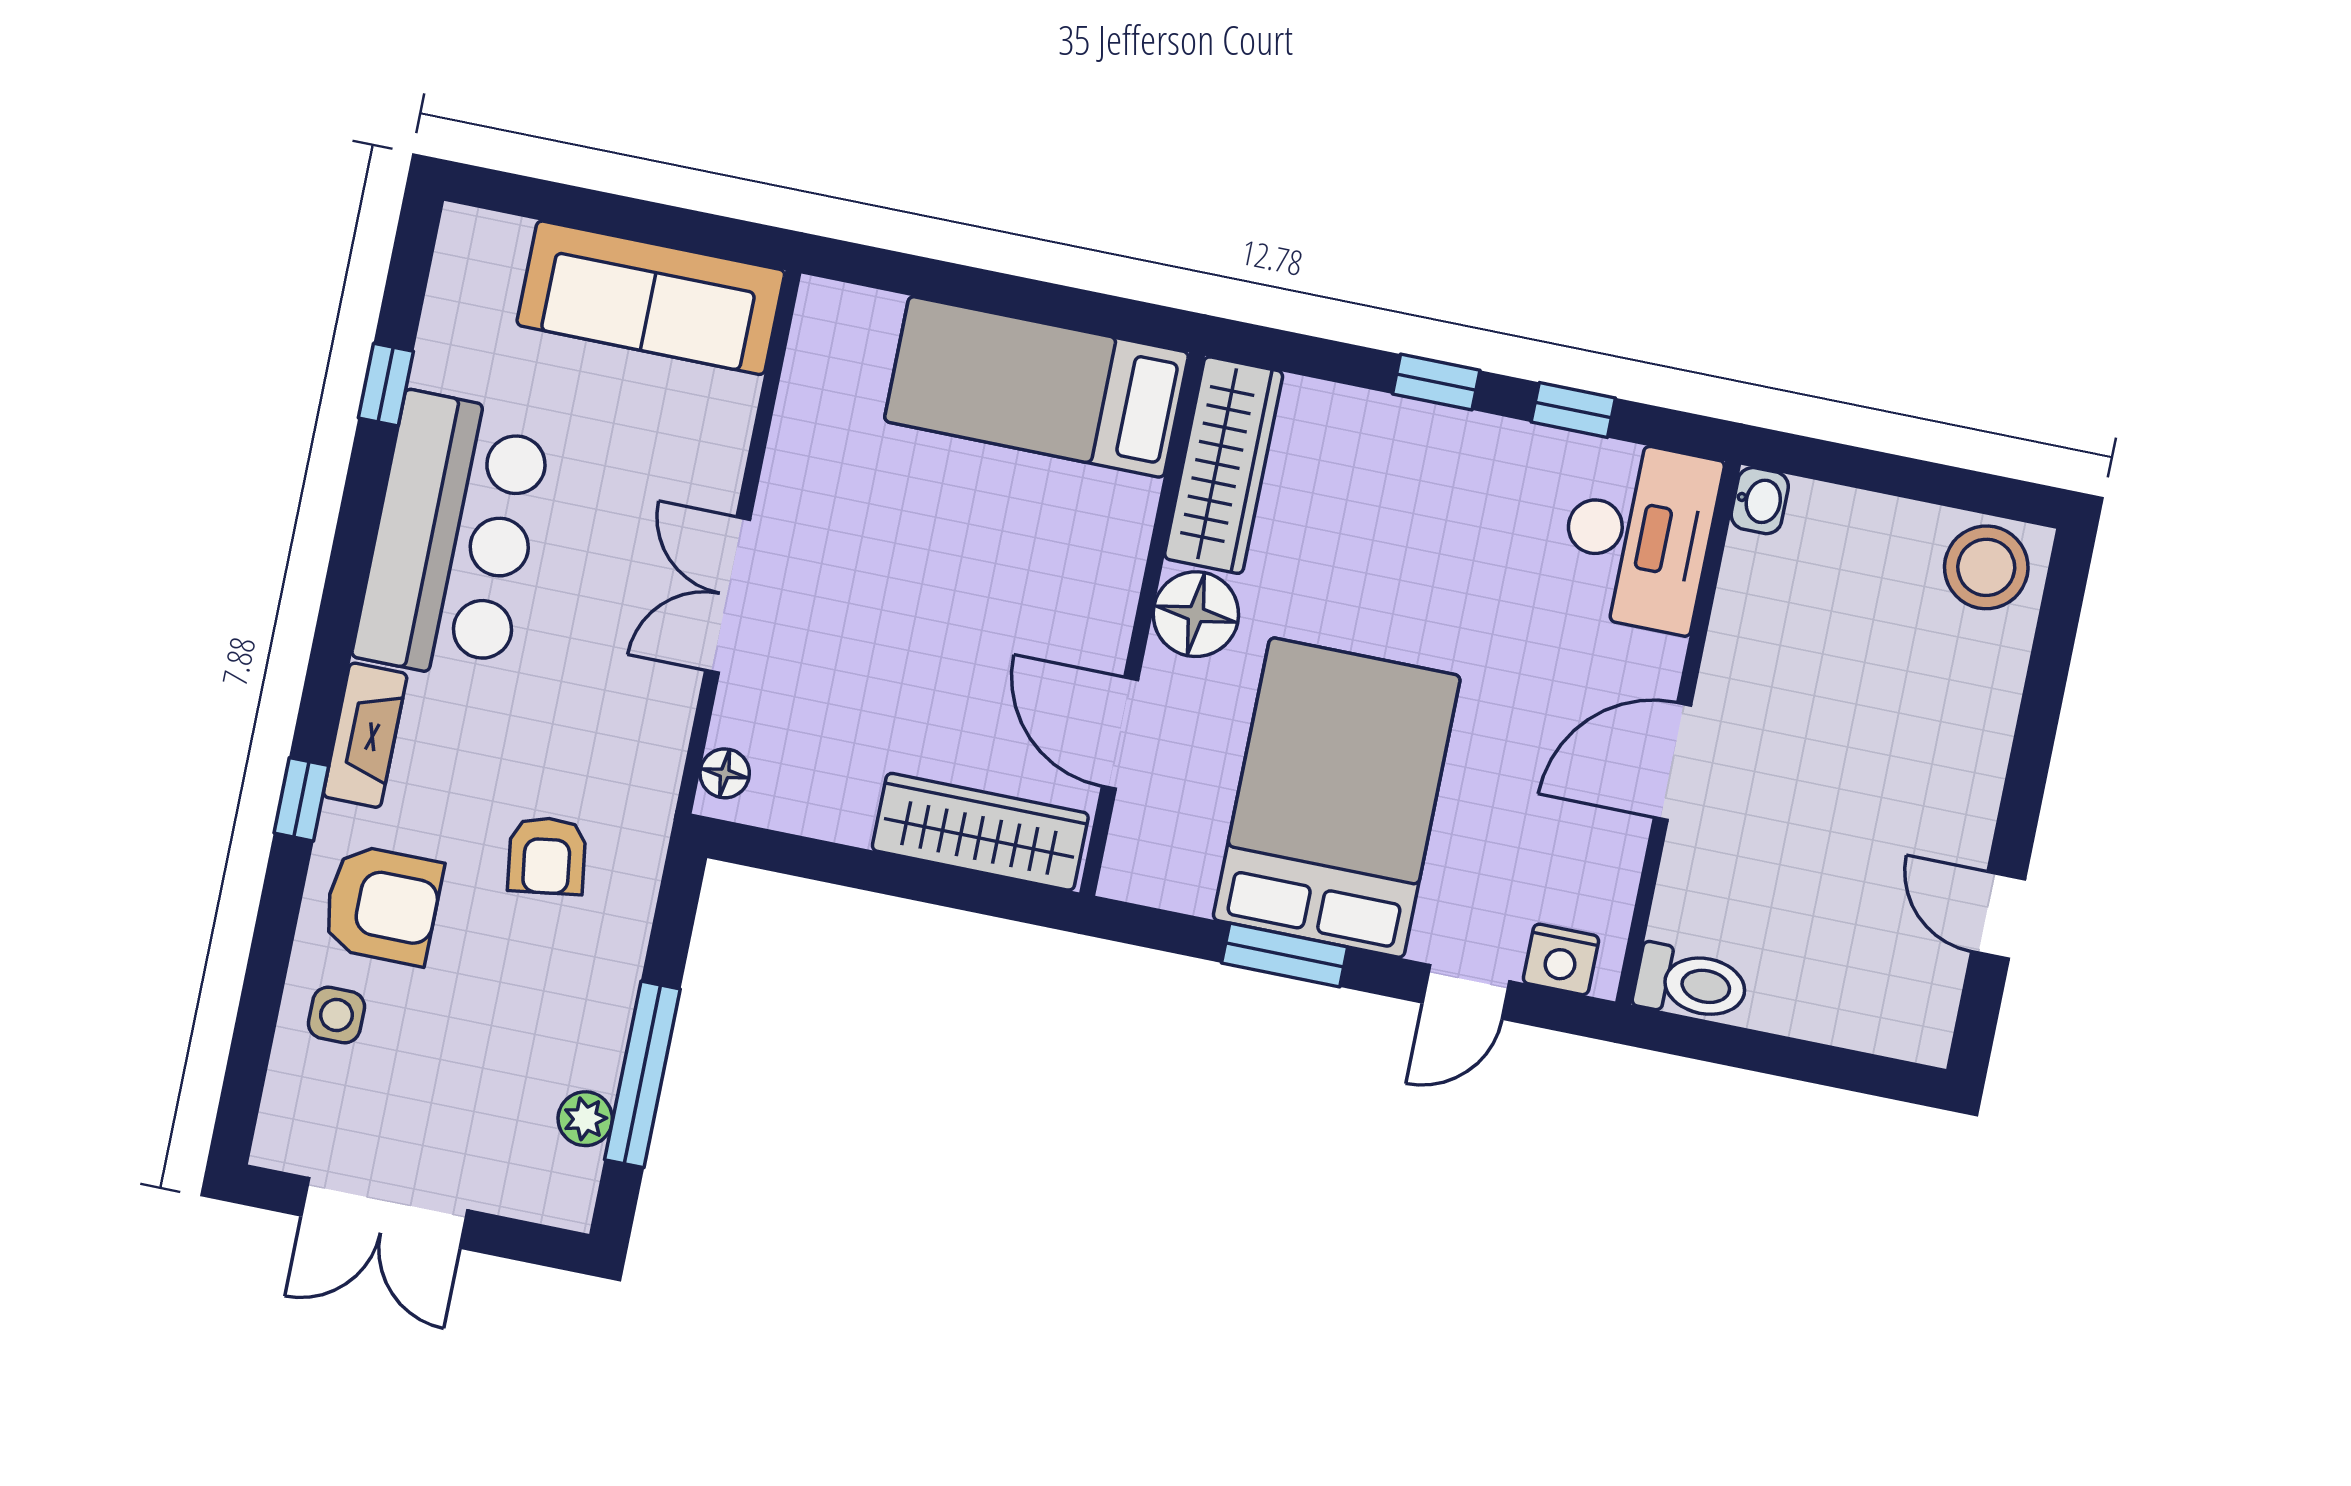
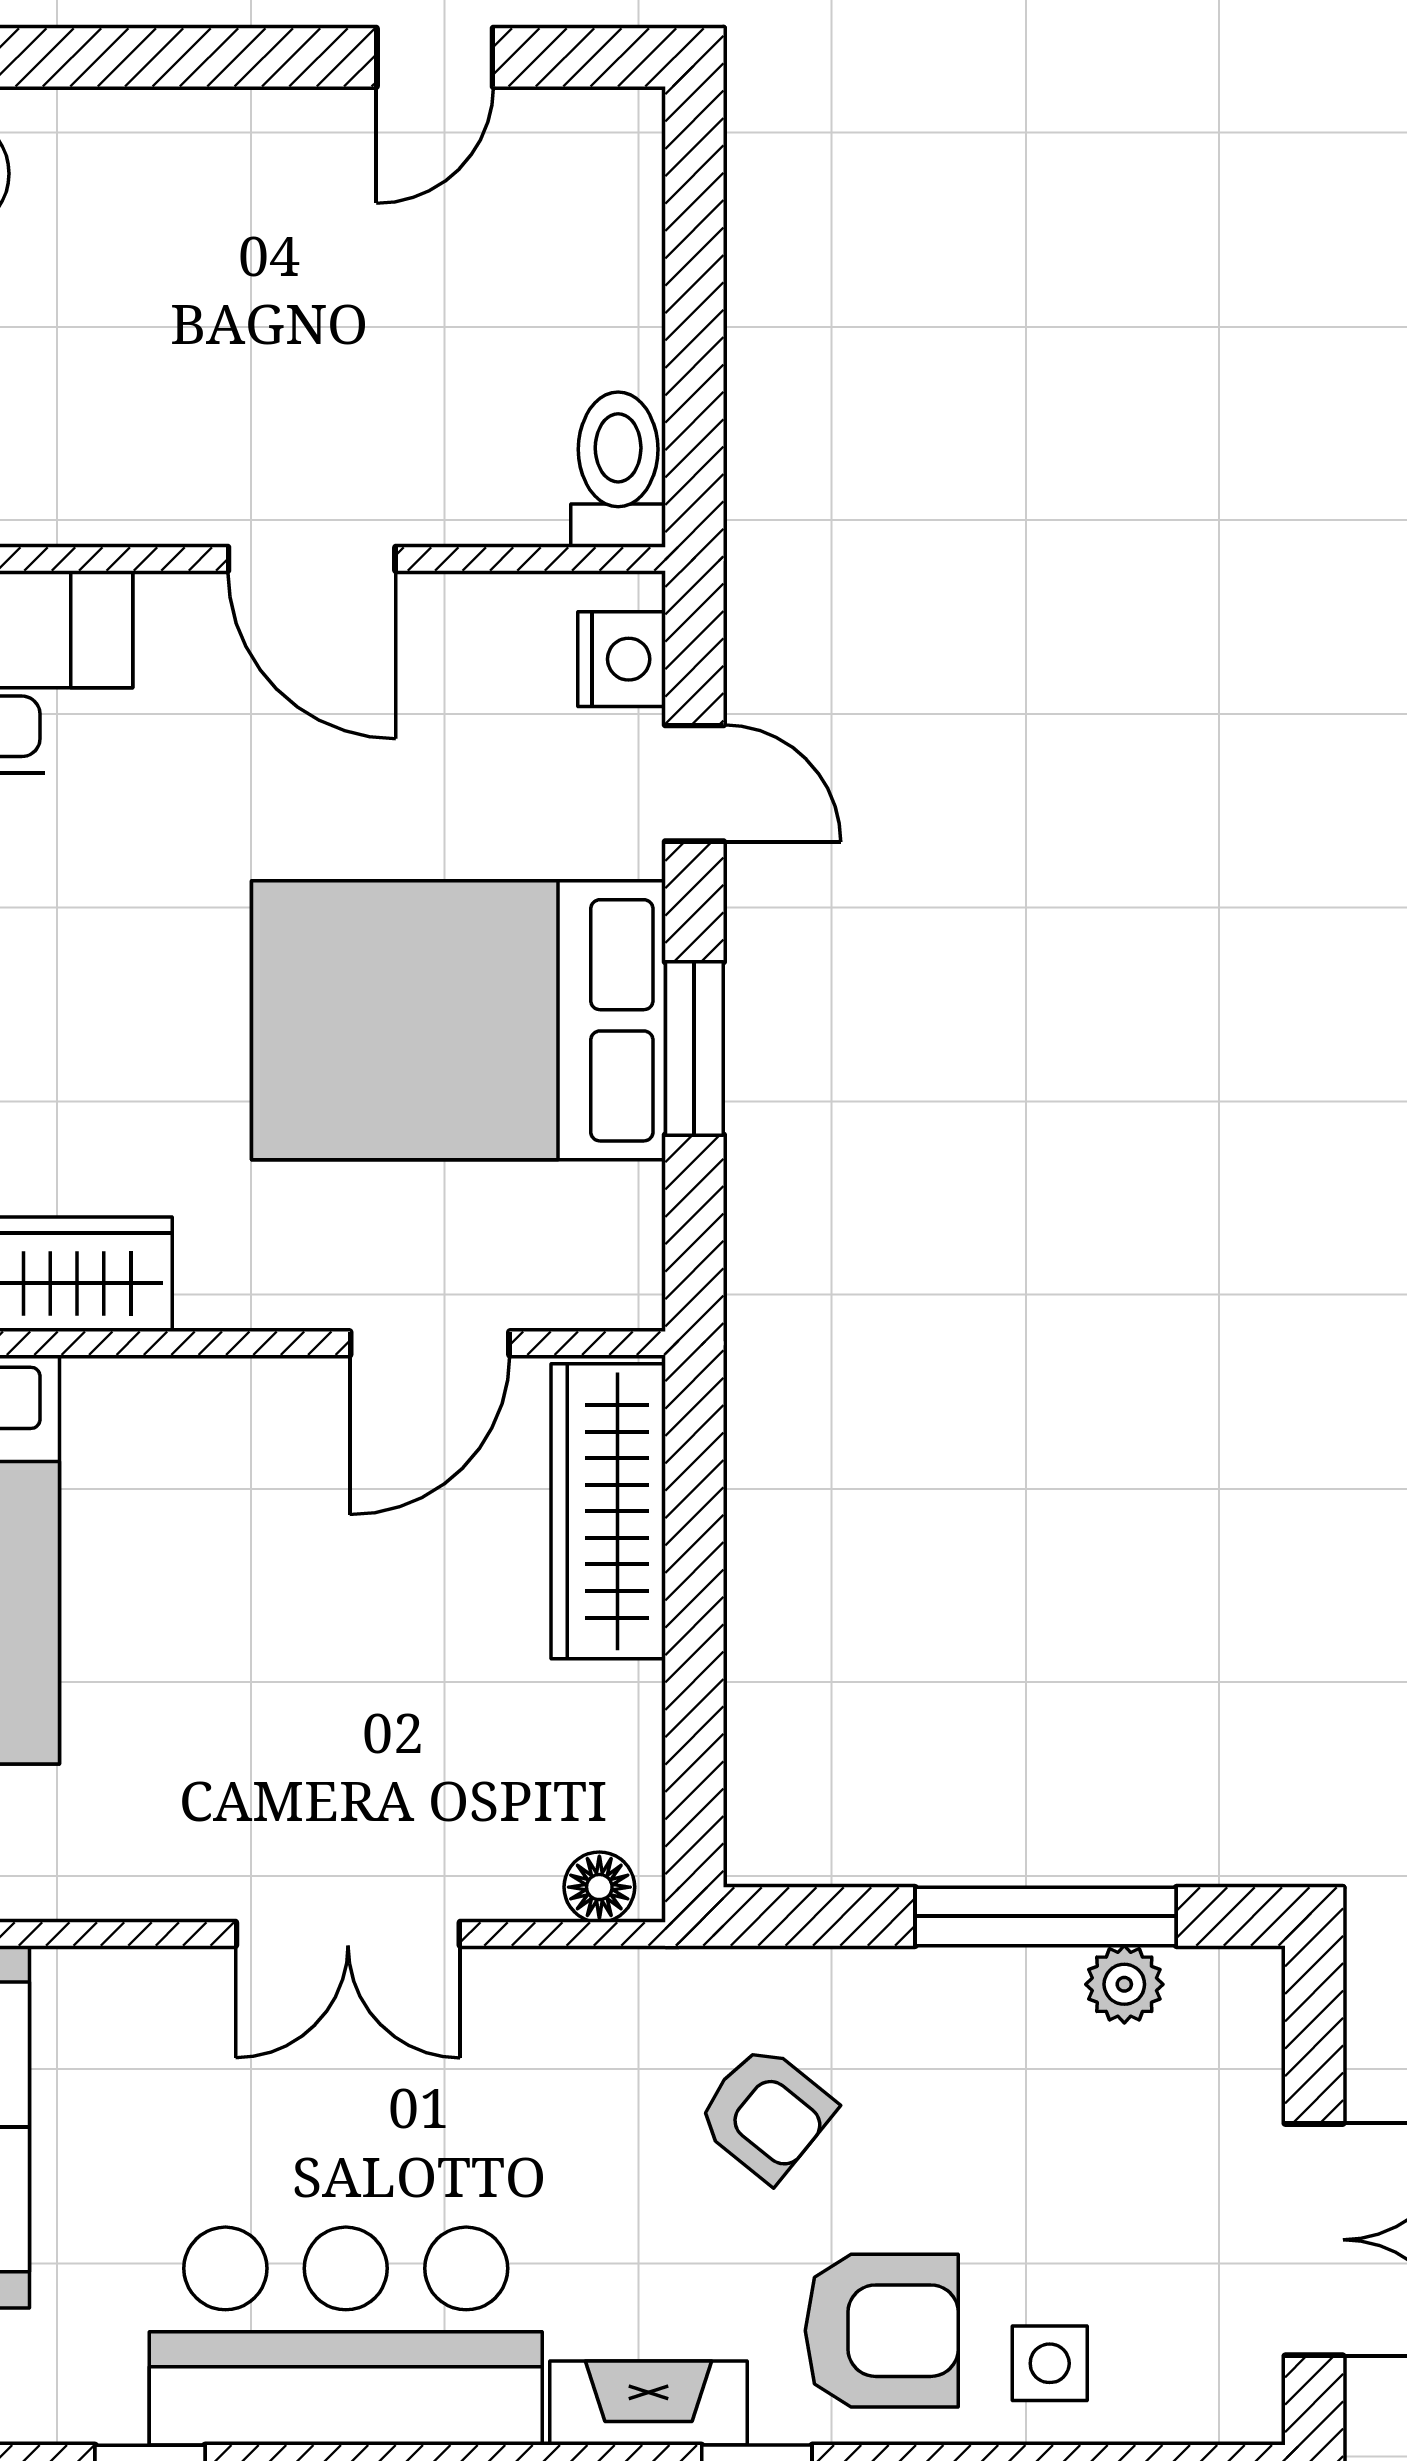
floor lamp: (1196, 614) -> (241, 1271), removed
armchair: (547, 856) -> (766, 2113), turned 47
armchair: (382, 905) -> (882, 2331), turned 90

